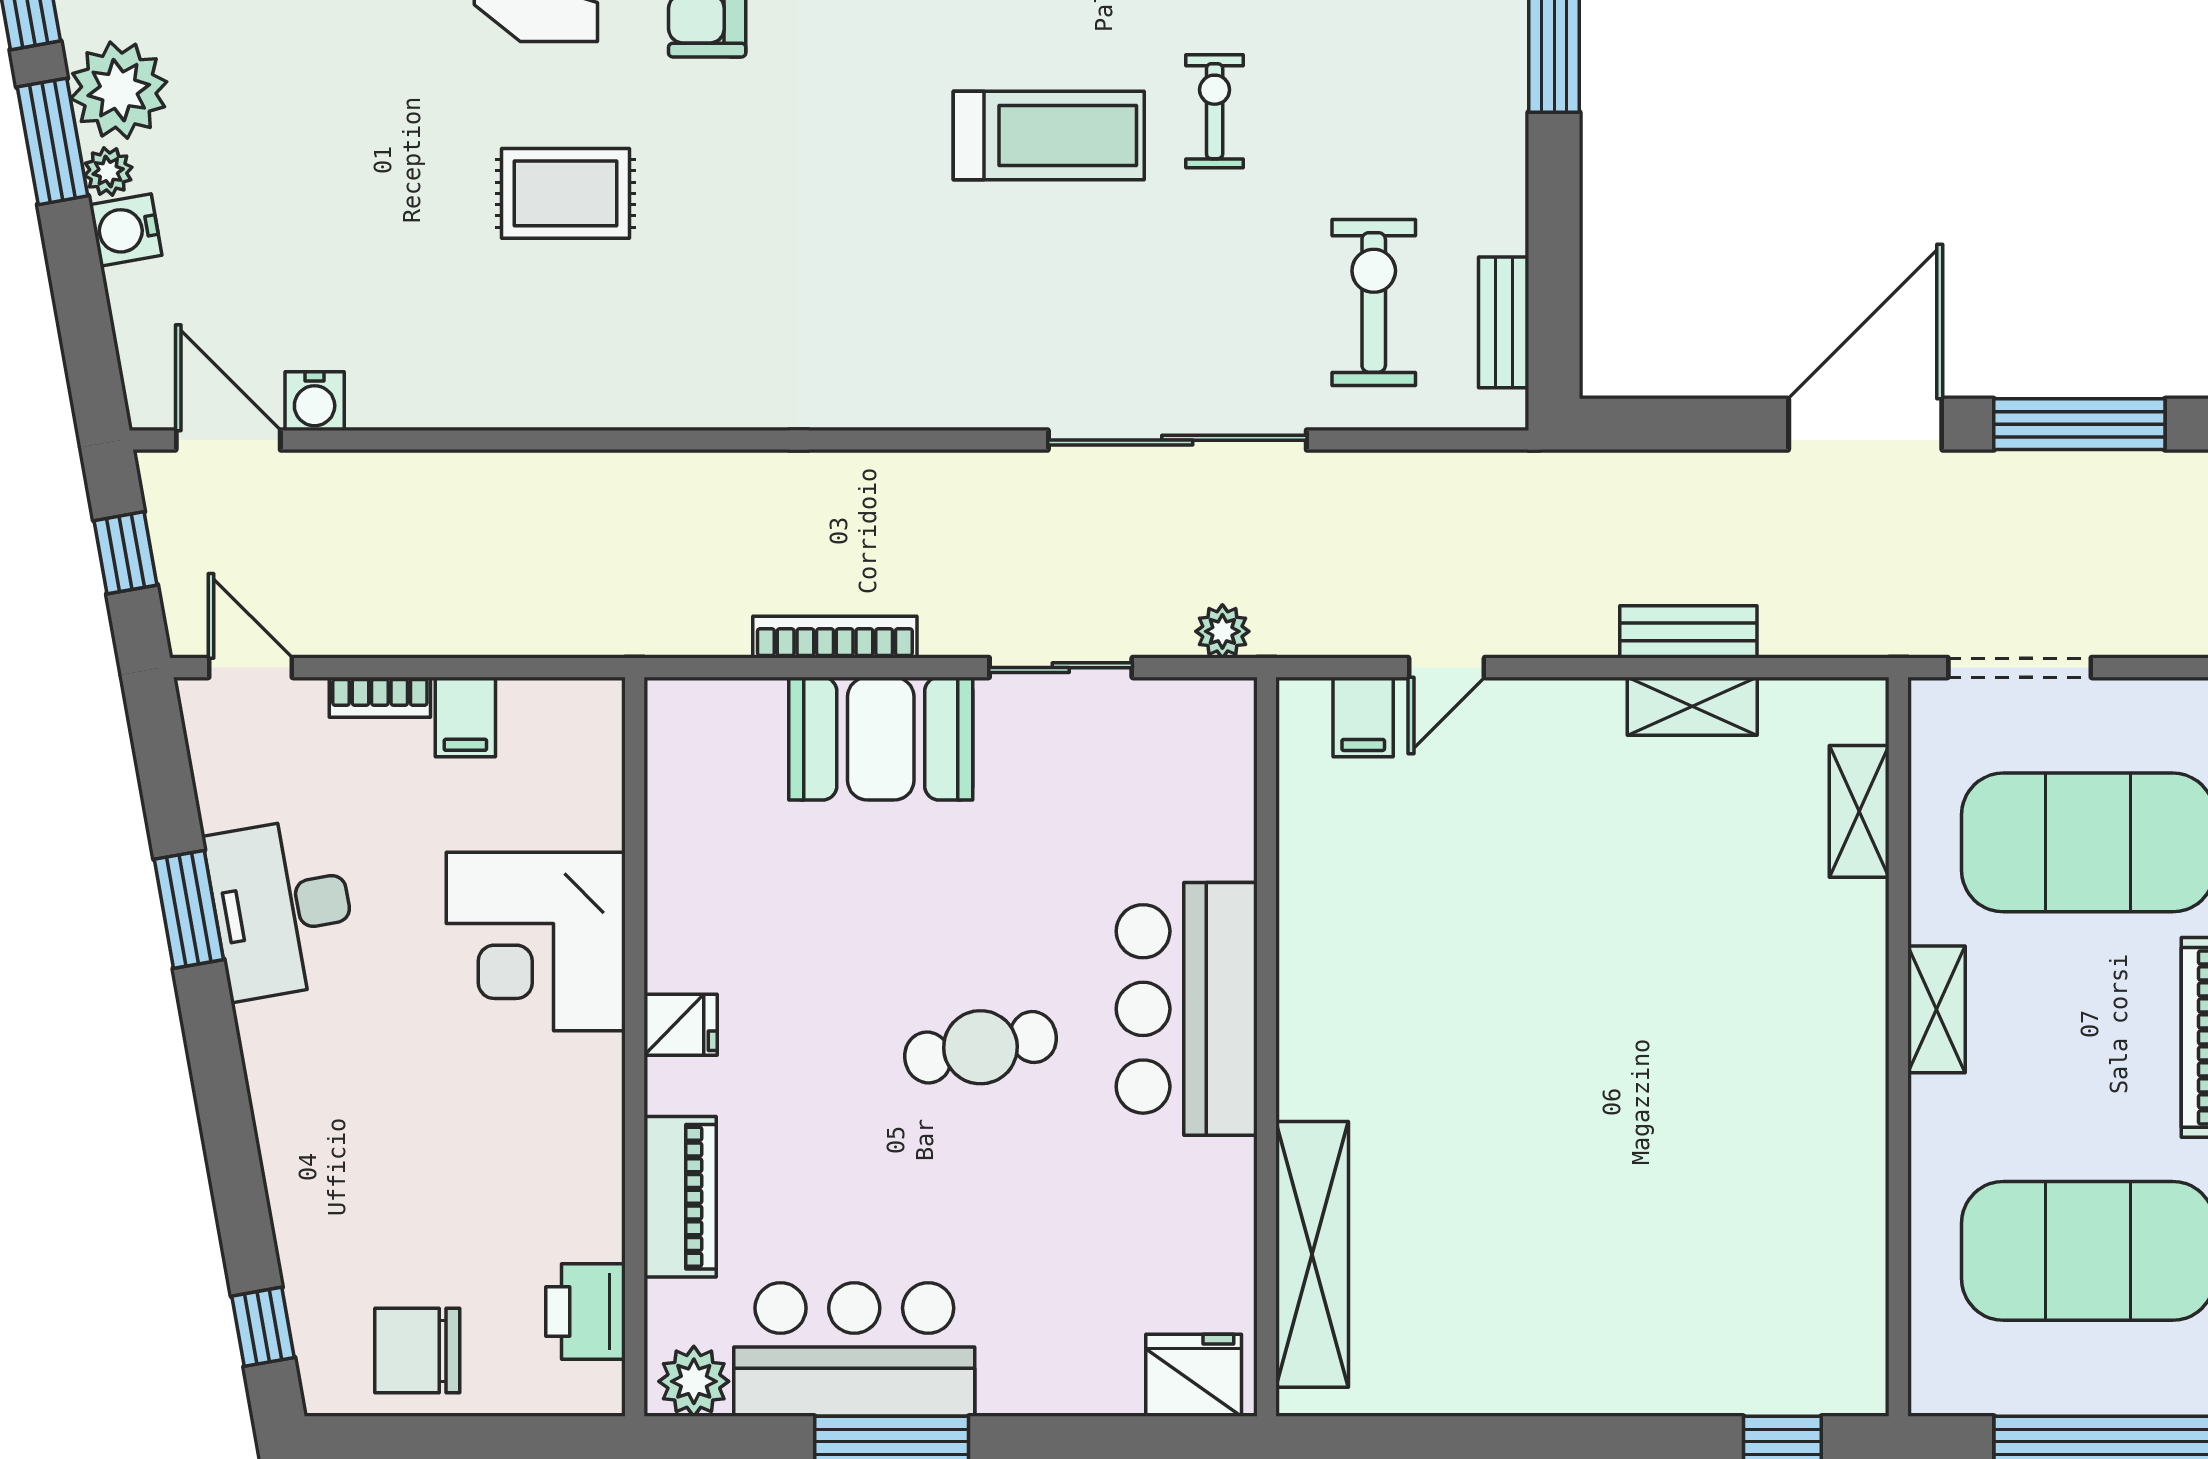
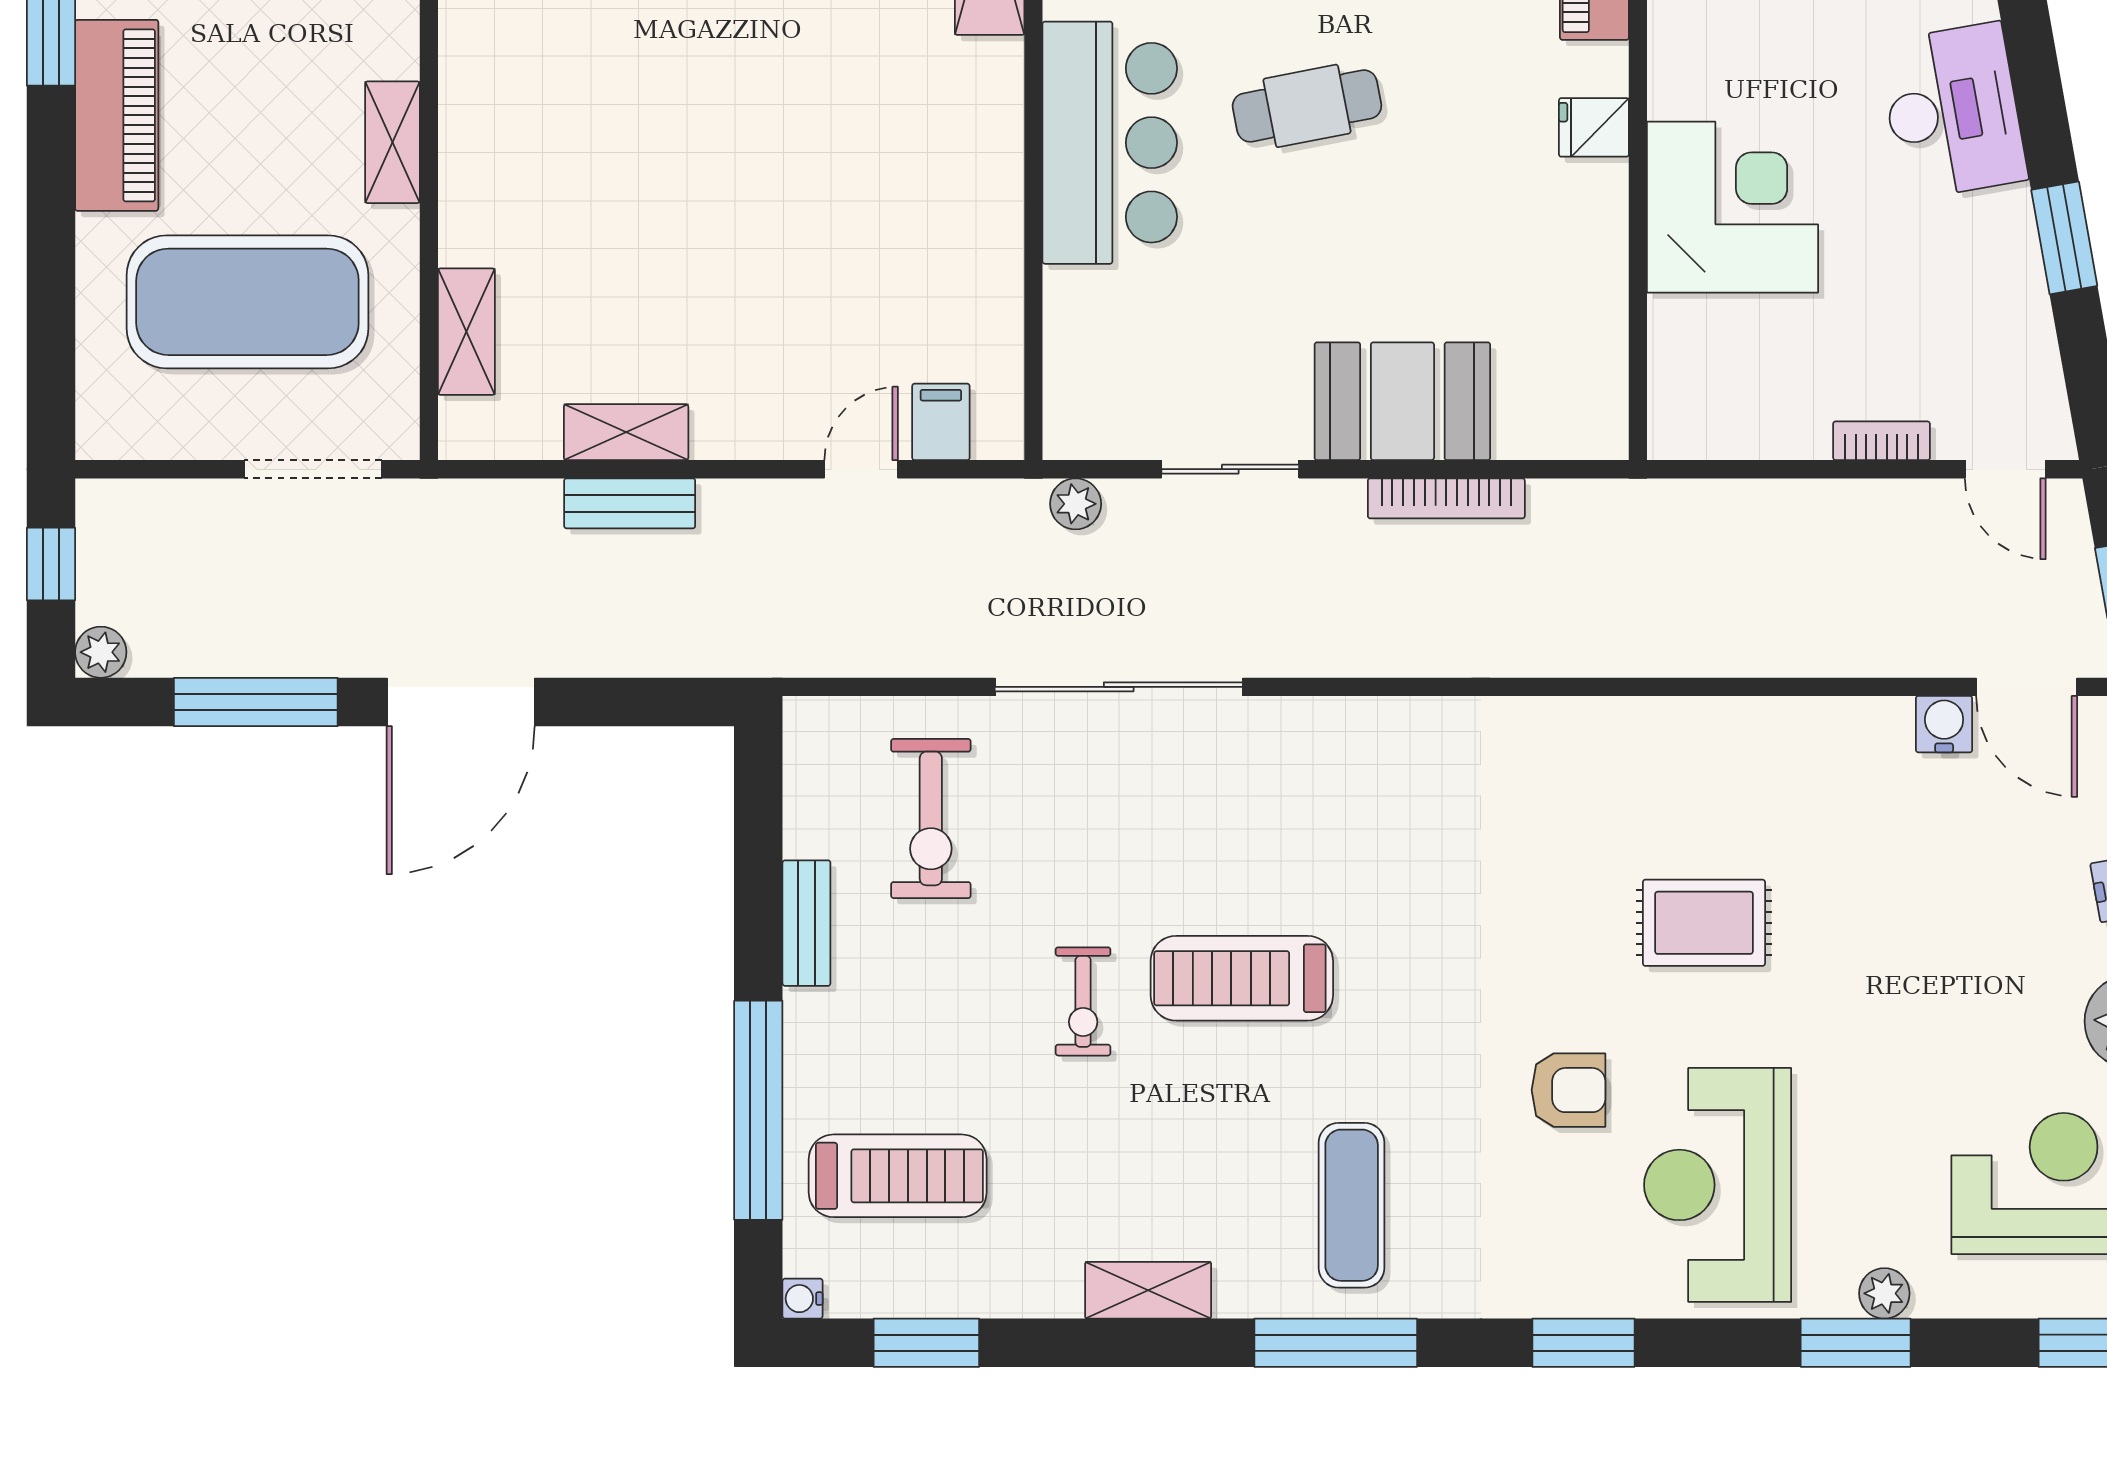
bench: (1504, 322) -> (806, 923), moved
filing cabinet: (465, 717) -> (1800, 422), removed
desk: (282, 908) -> (1953, 111), moved

